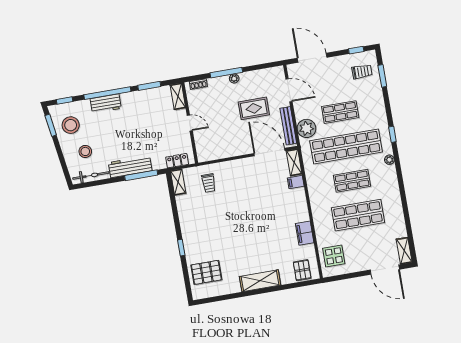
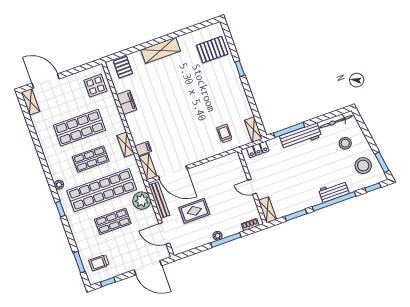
shelving: (313, 189) -> (126, 145), added

